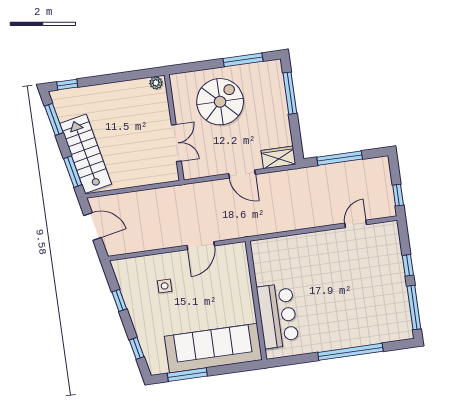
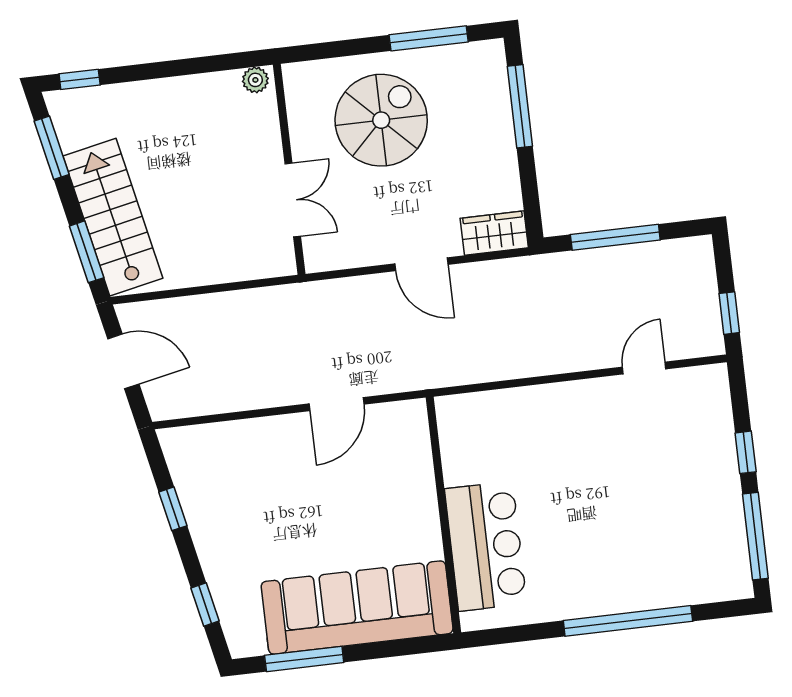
side table: (165, 286) -> (263, 482), removed

